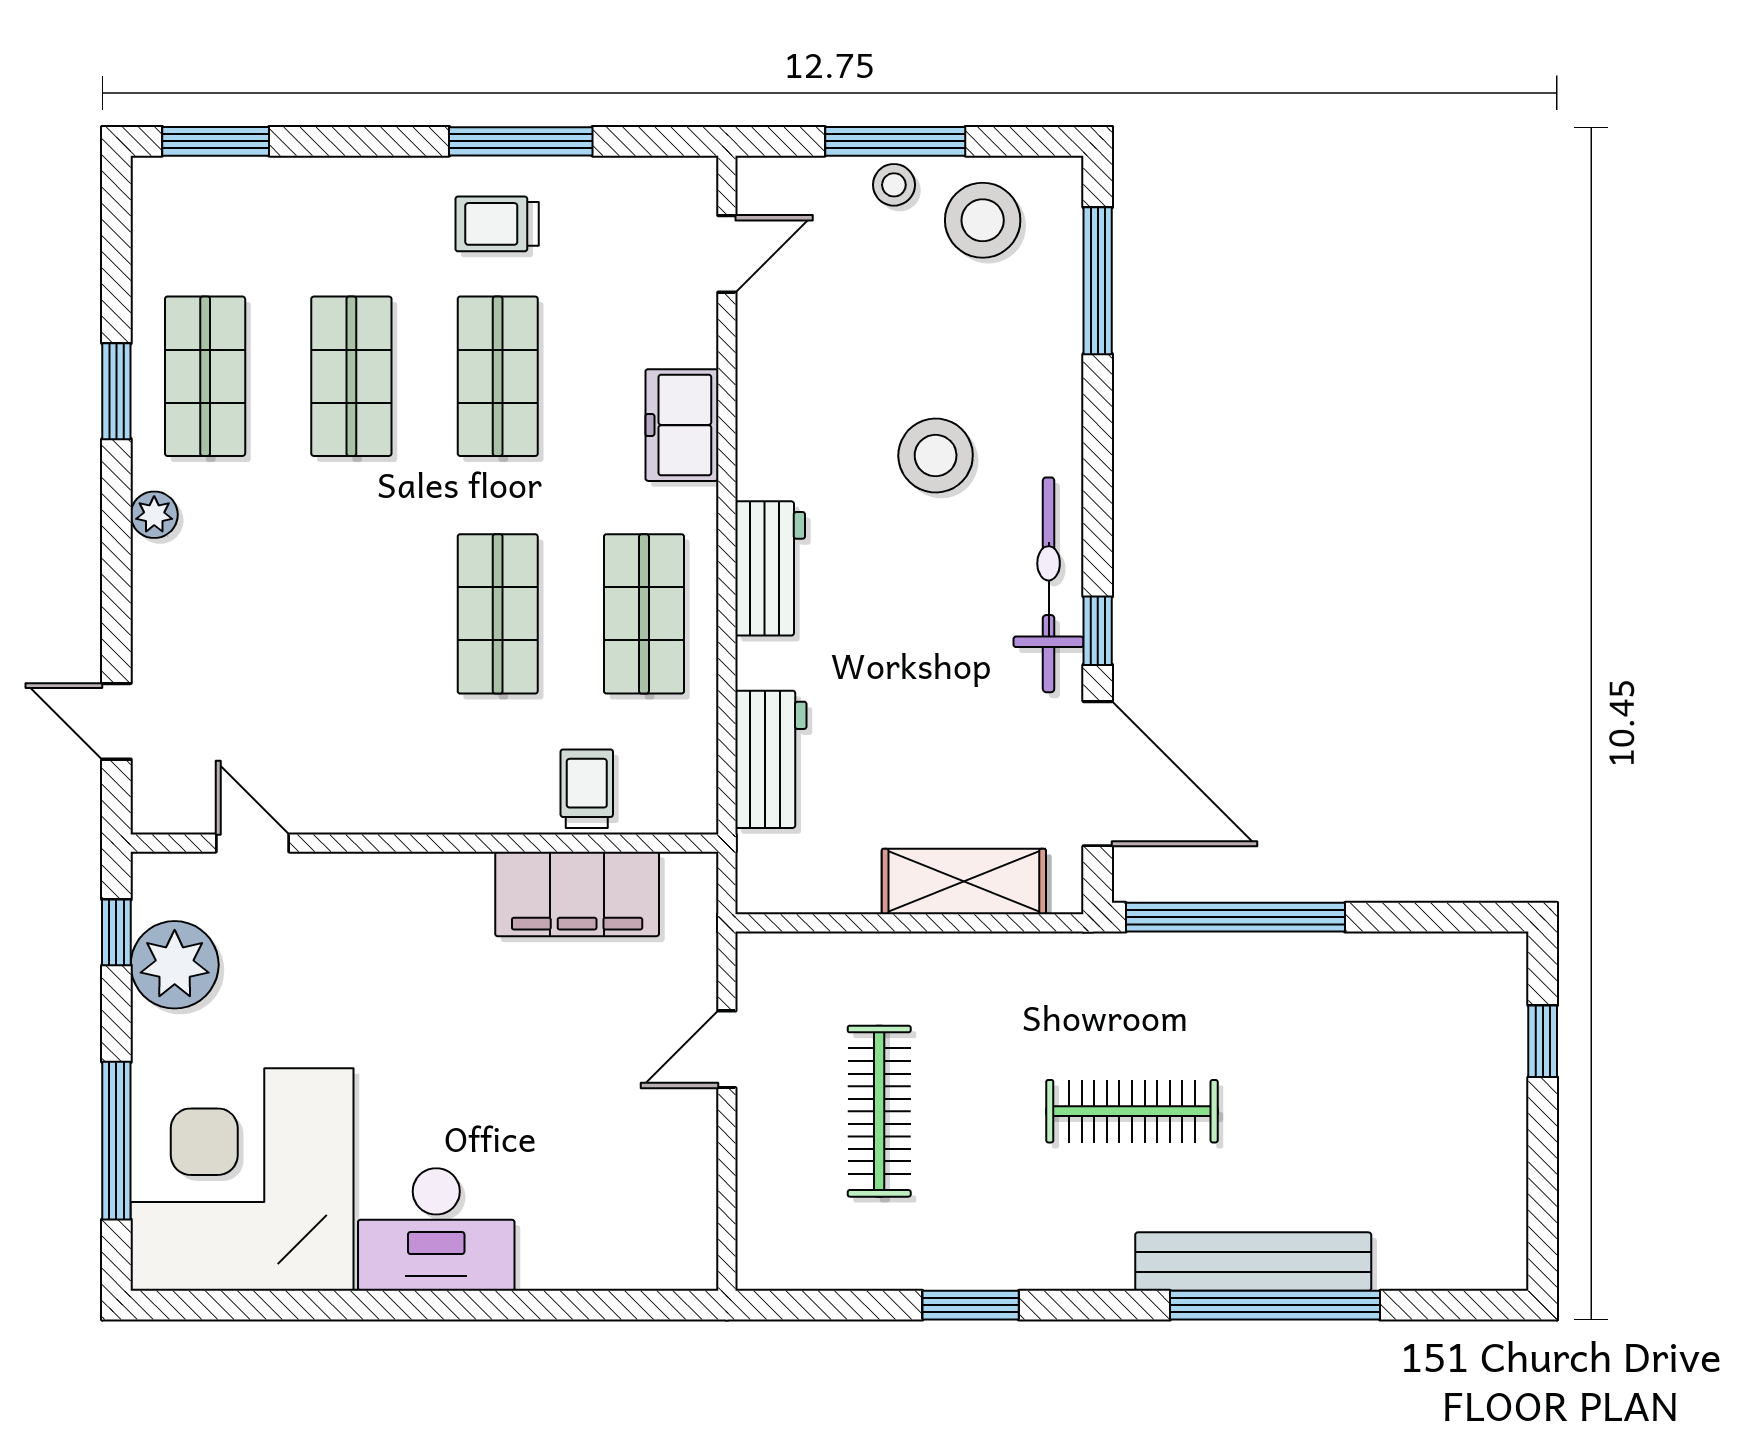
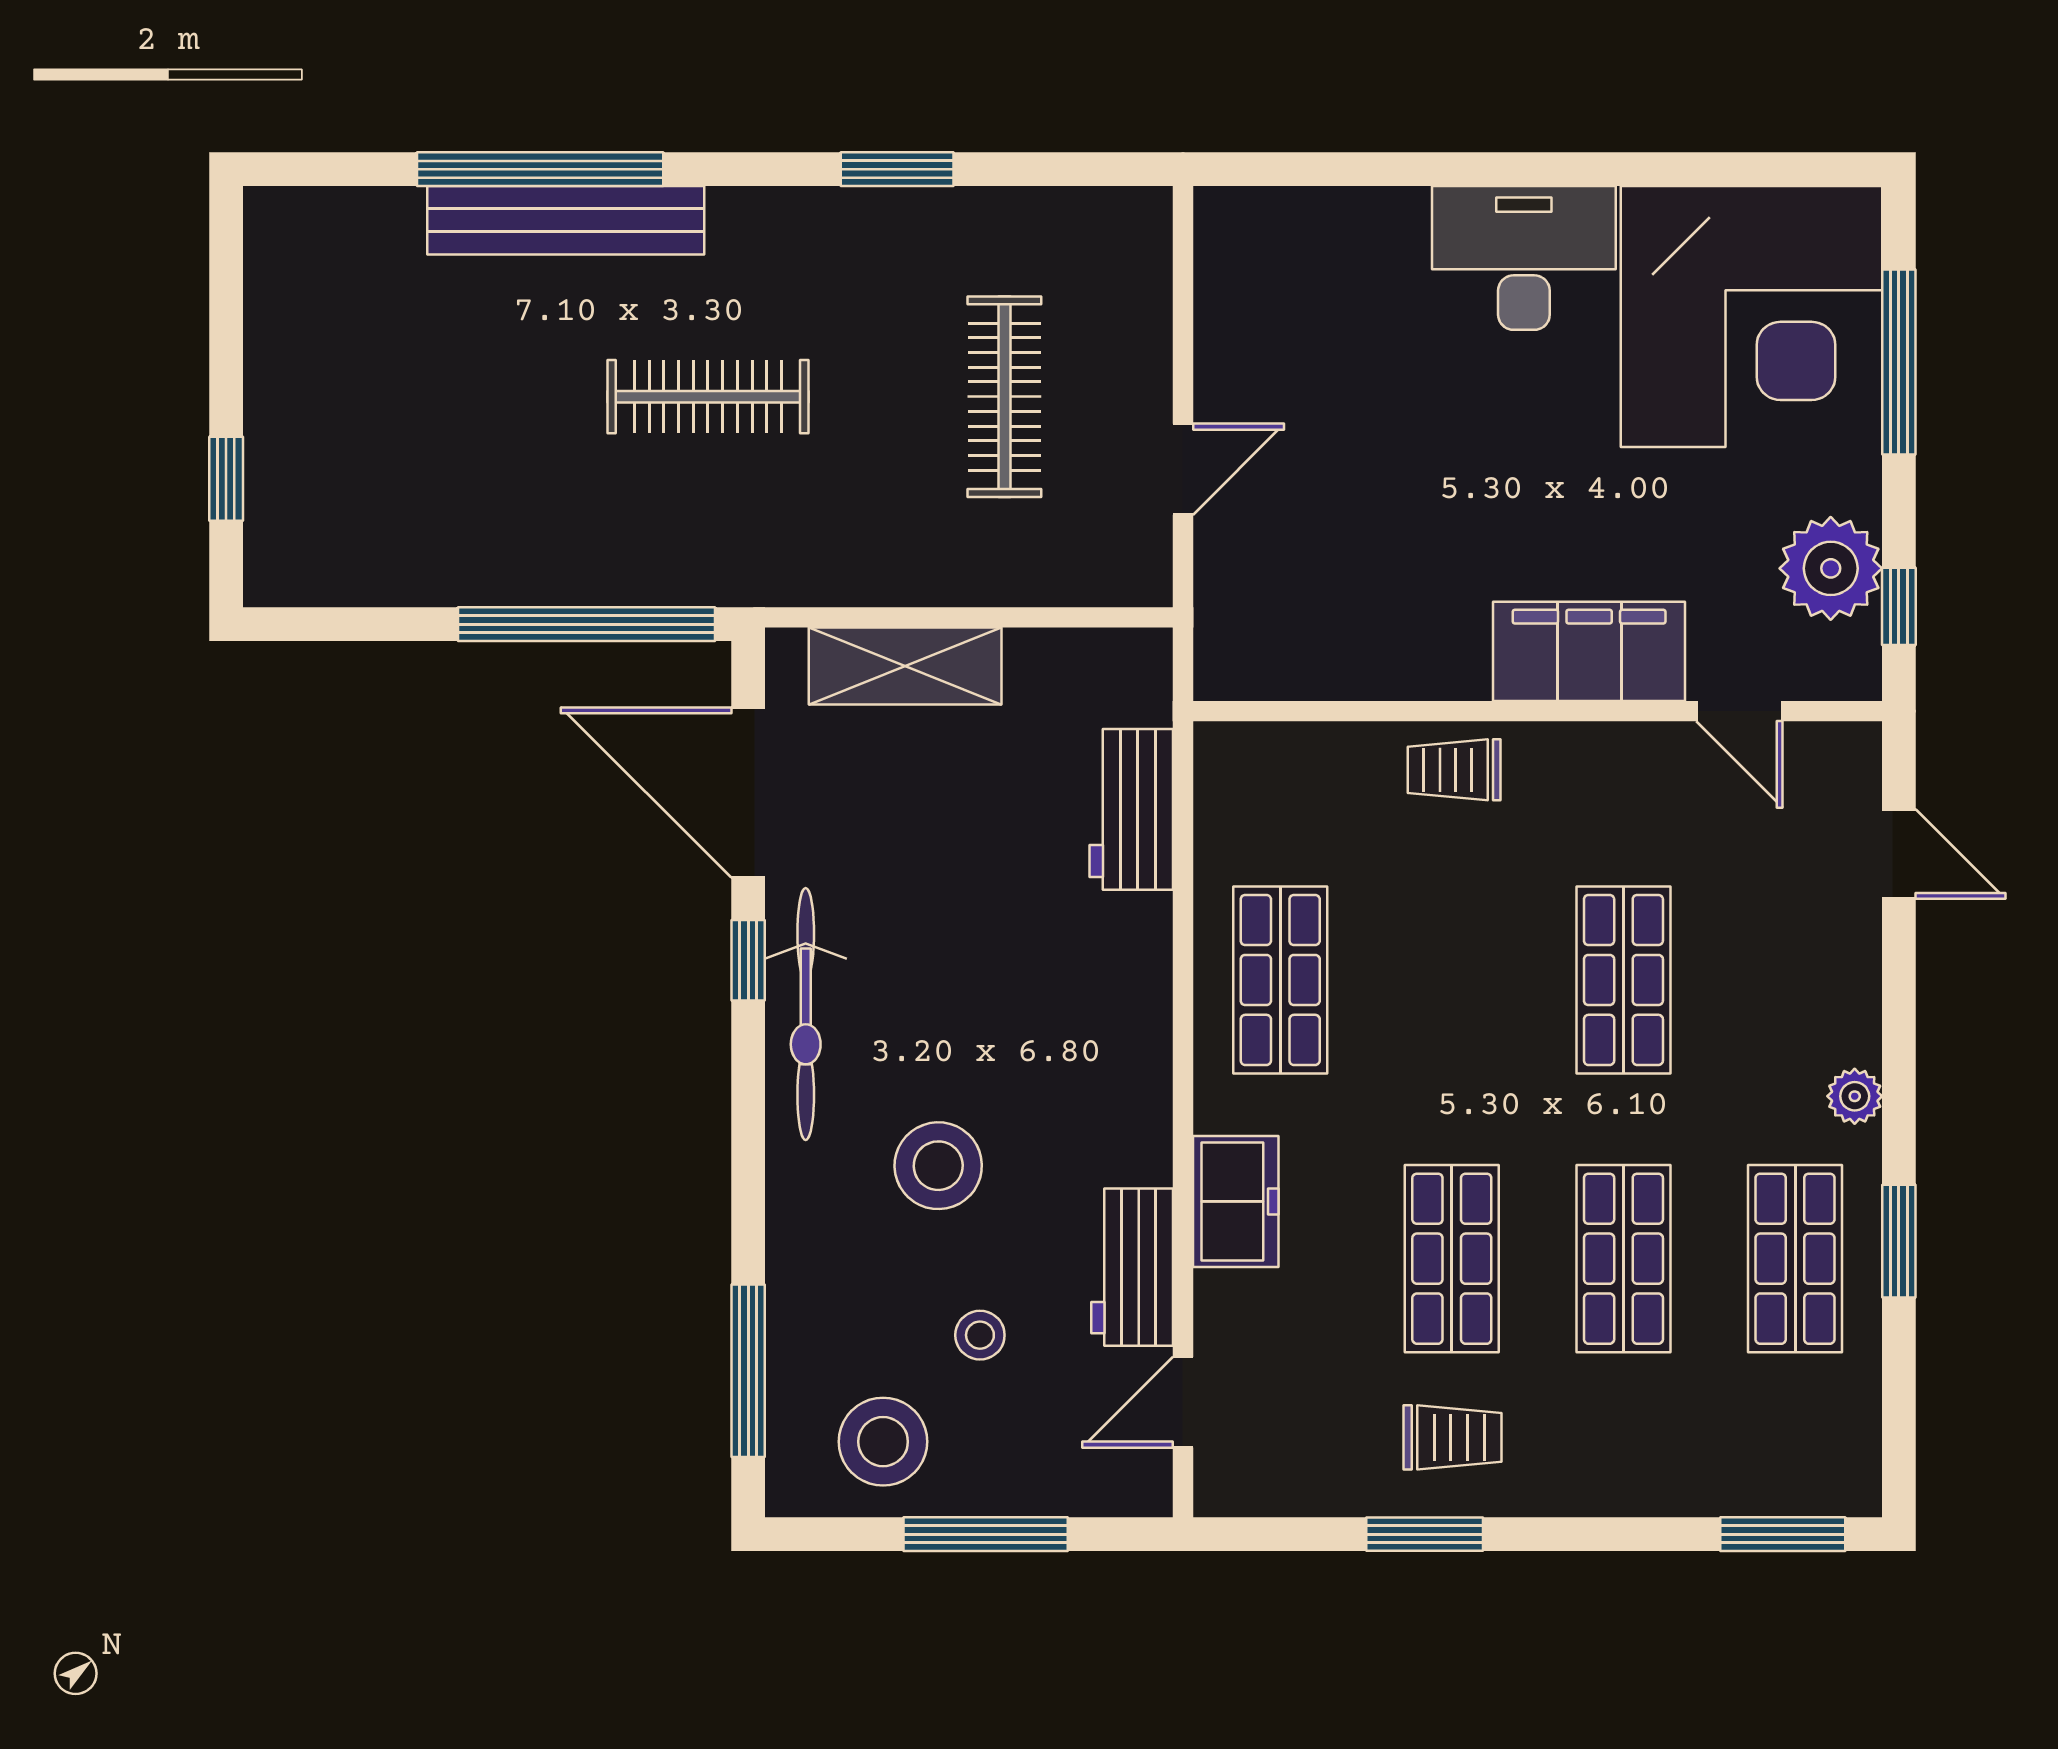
window: (521, 141) -> (1425, 1534), width x0.69
stool: (894, 185) -> (980, 1335), moved
workbench: (770, 568) -> (1132, 1267), moved
shop shelf: (498, 614) -> (1623, 980), moved
trolley: (587, 789) -> (1454, 770), moved, turned 90
filing cabinet: (577, 894) -> (1589, 651), moved

